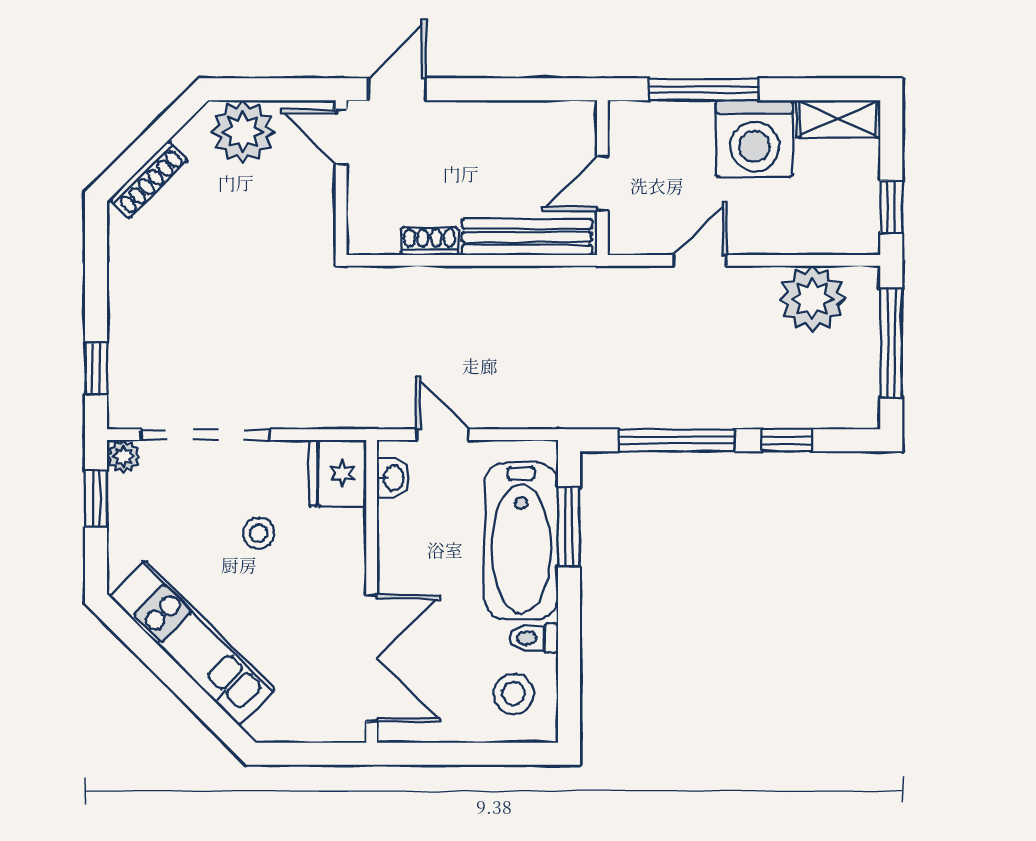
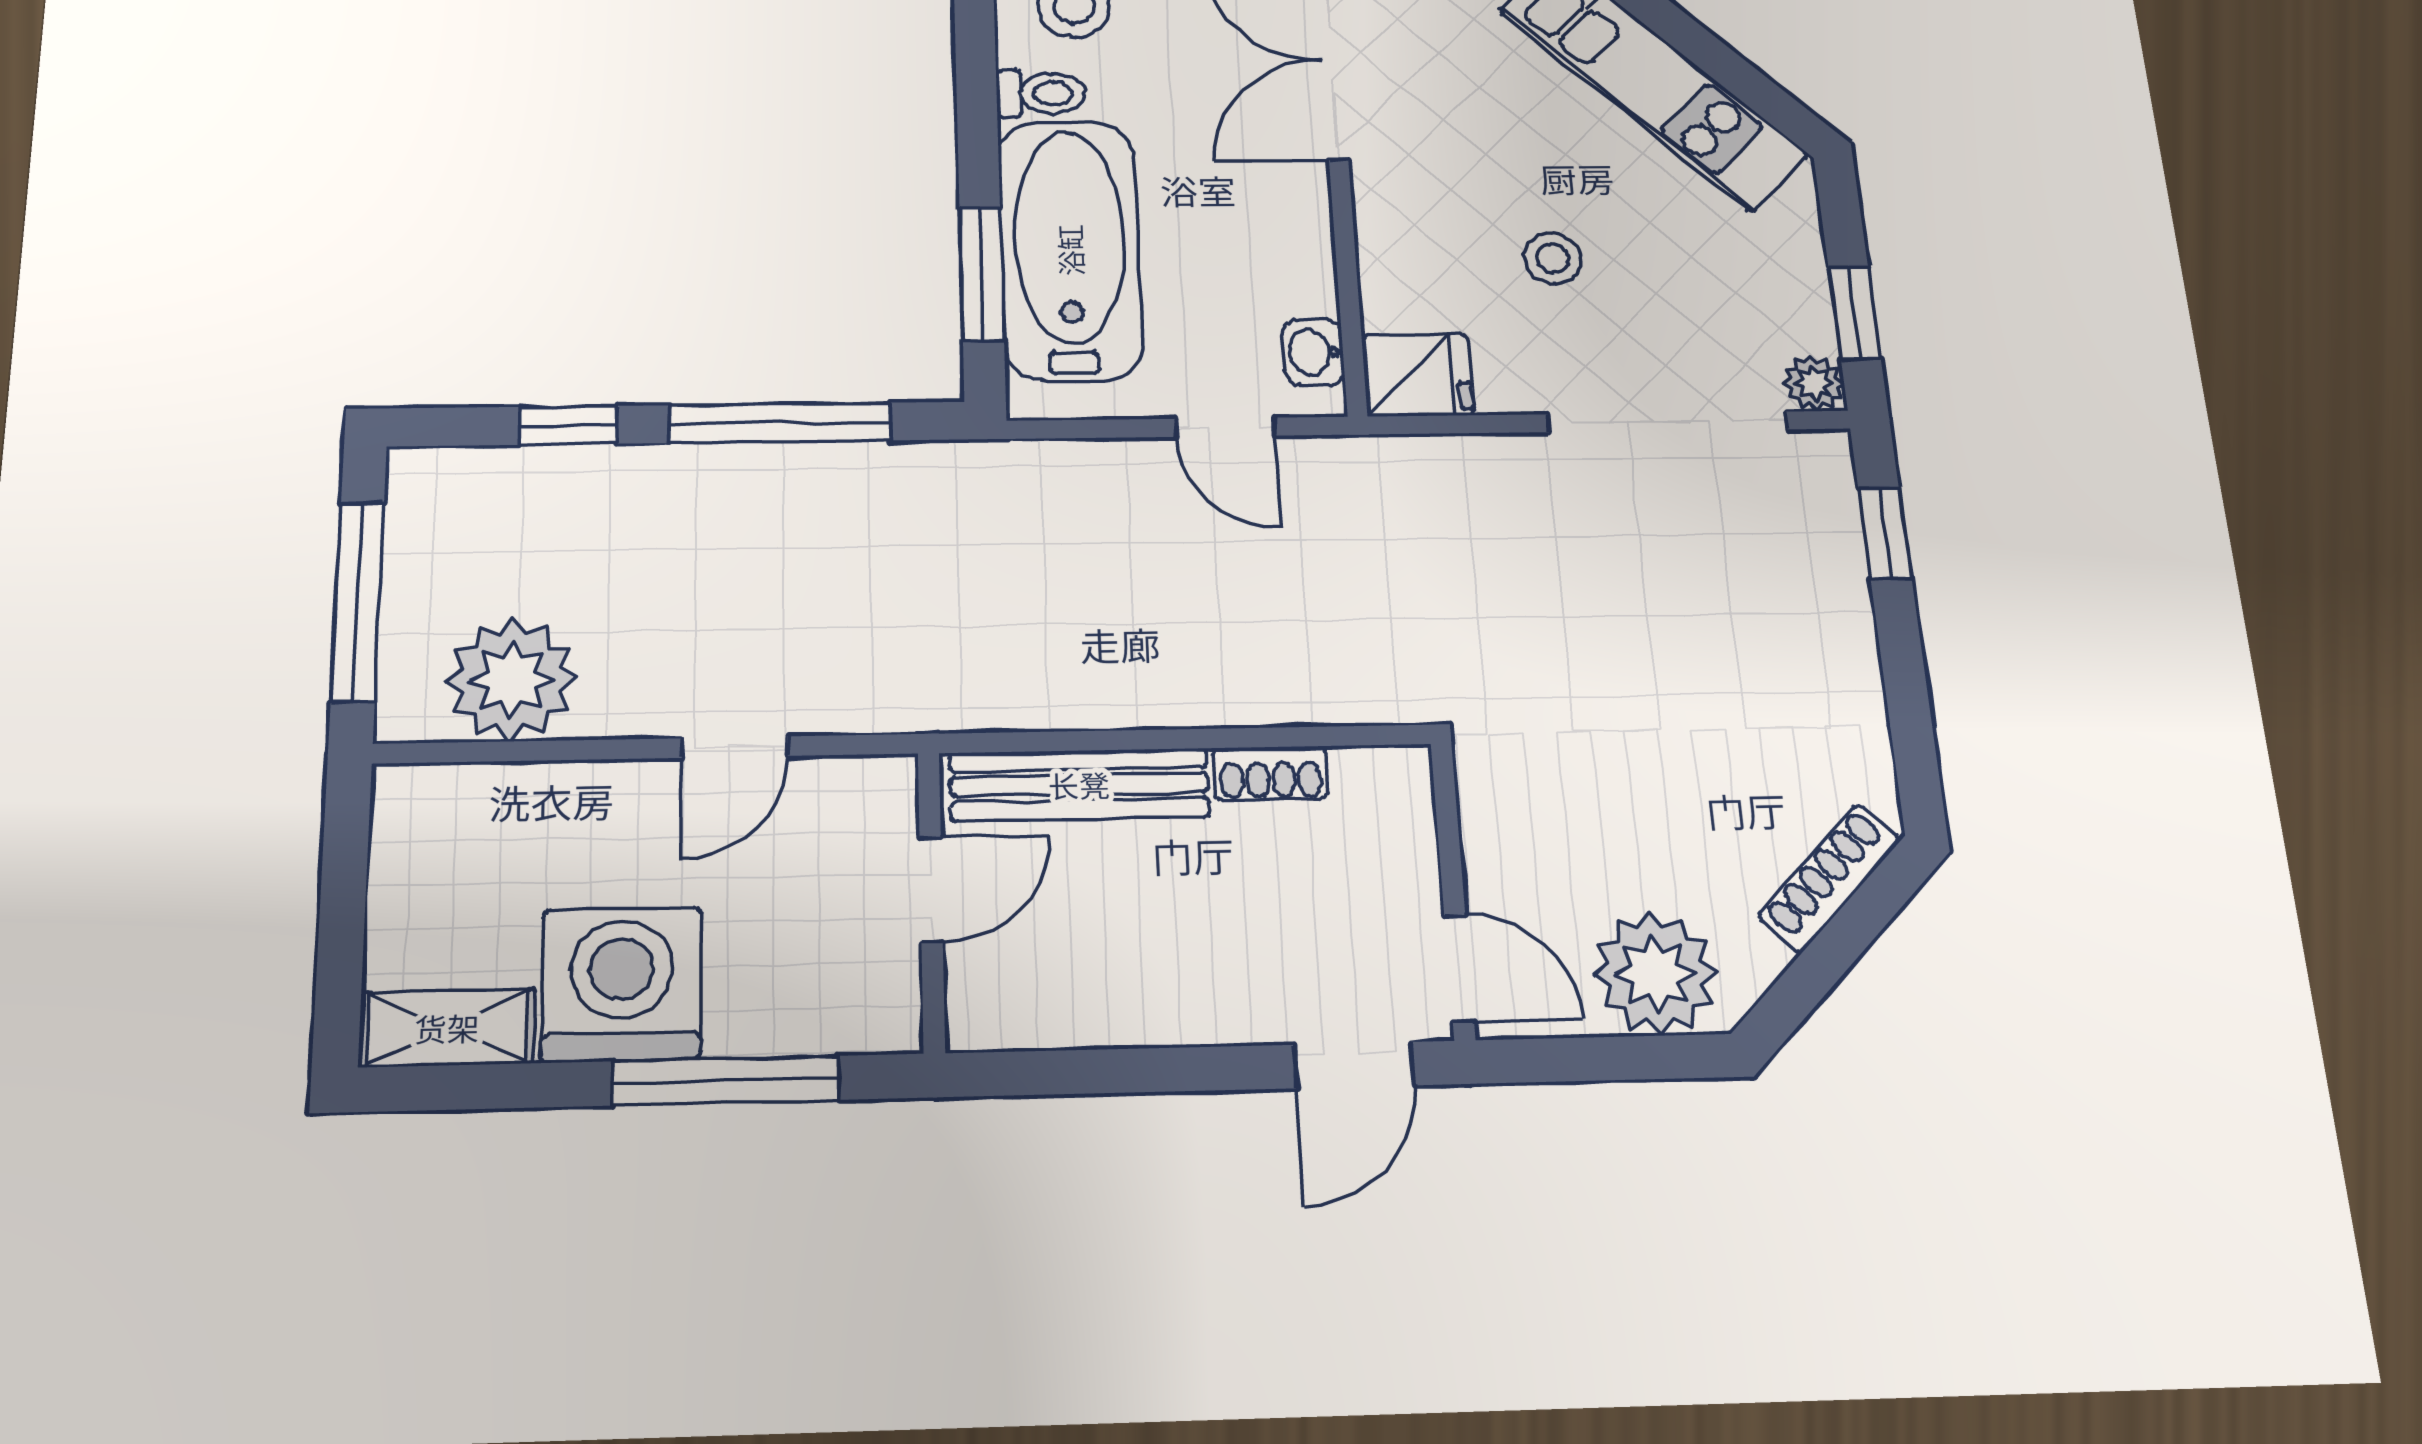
window: (891, 207) -> (345, 857), removed
fridge: (338, 473) -> (1418, 375), width x0.72

